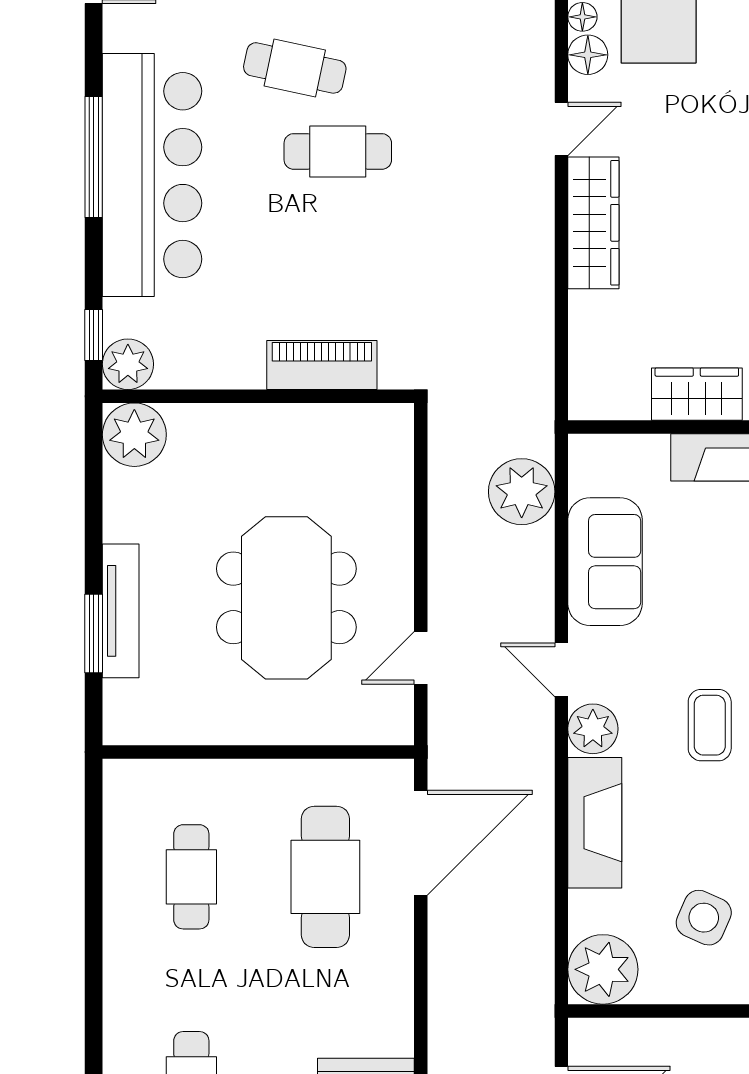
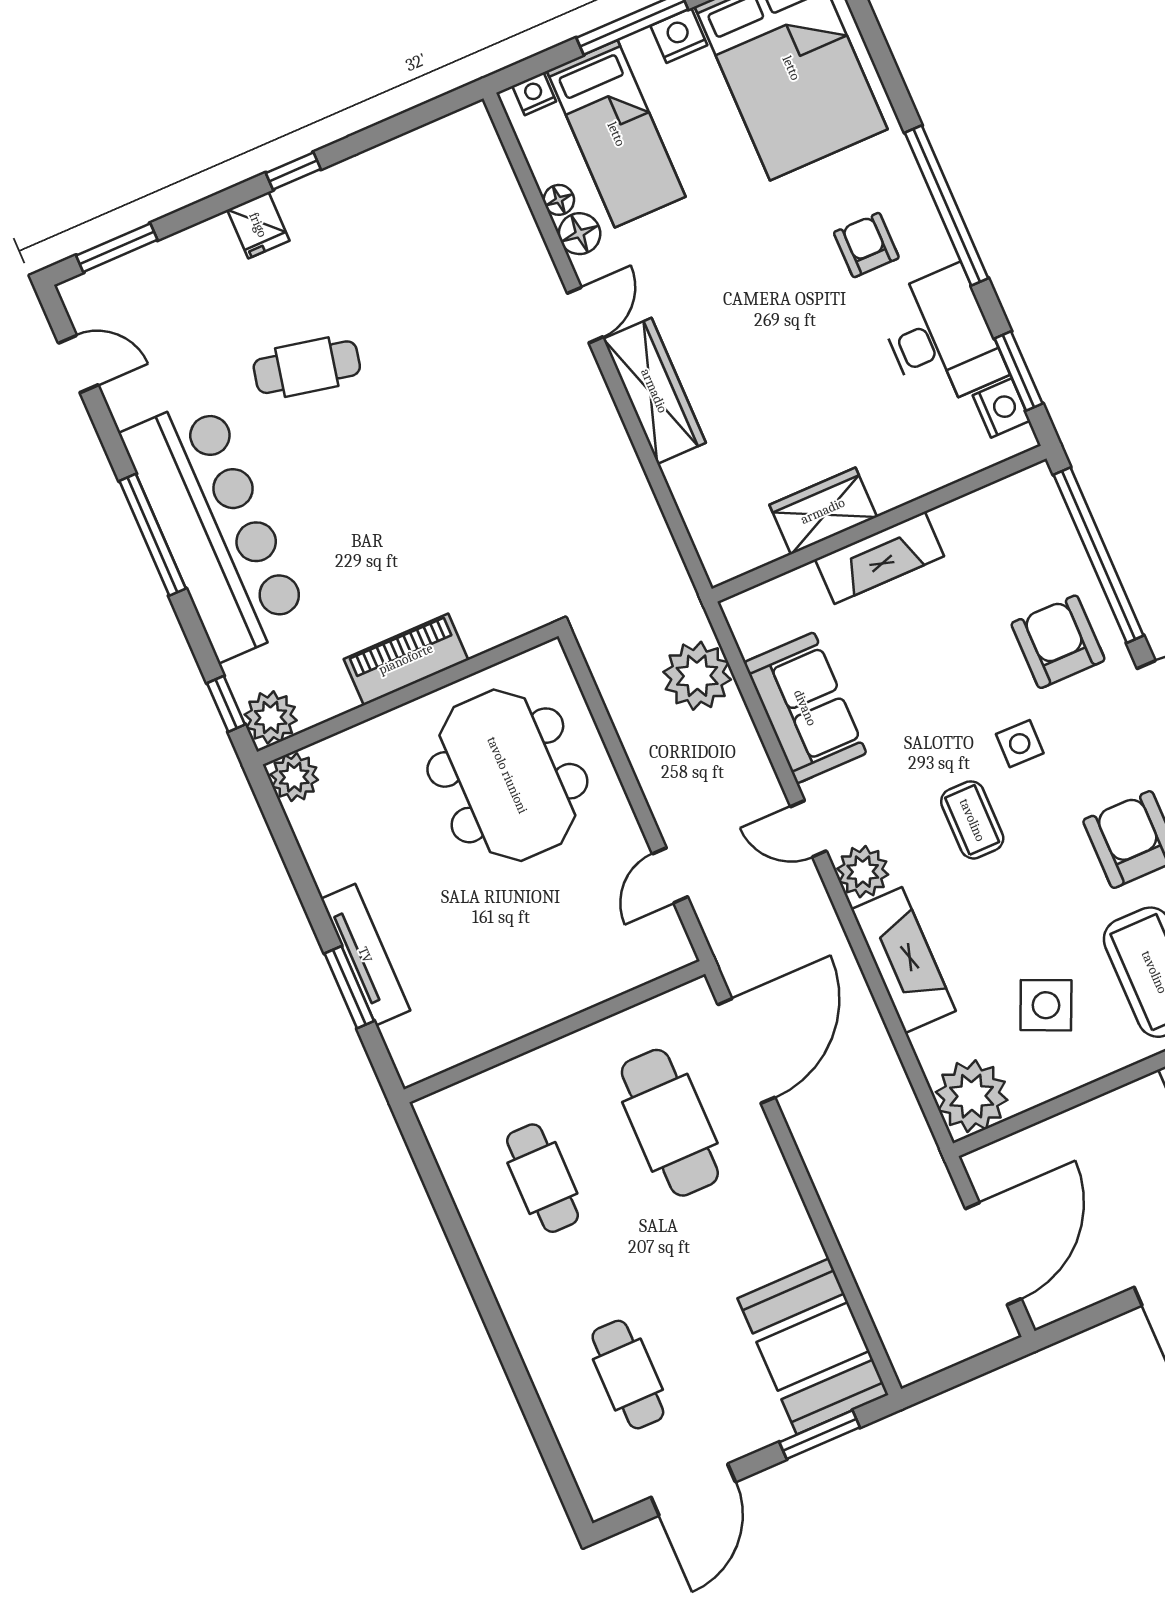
cafe table: (338, 151) -> (382, 429), removed
piano: (322, 365) -> (406, 659), moved
plant: (134, 435) -> (294, 777), width x0.73, depth x0.73
meeting table: (286, 598) -> (507, 775), moved

